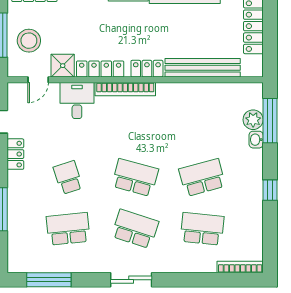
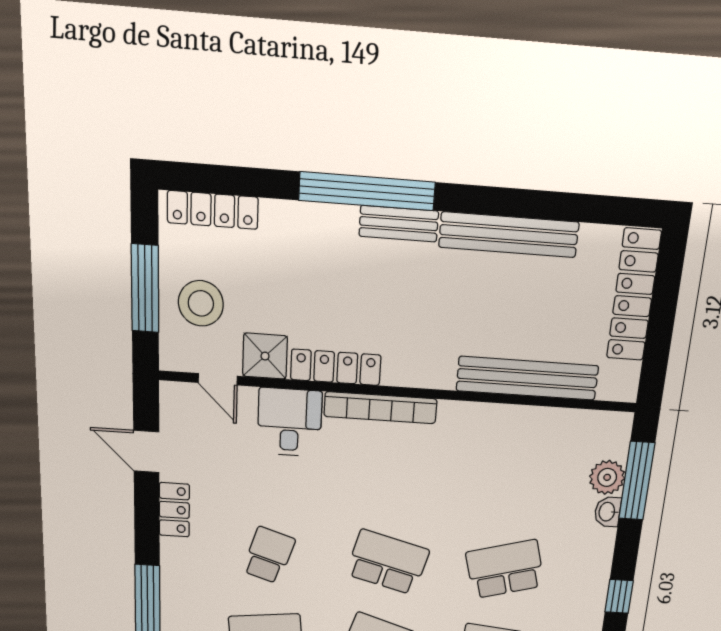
locker: (147, 69) -> (424, 373), removed
door: (38, 80) -> (218, 379), hinge flipped
school desk: (68, 178) -> (269, 555), turned 36

